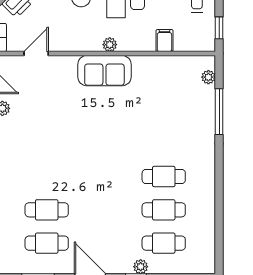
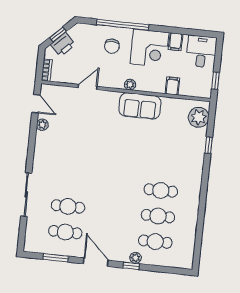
door: (36, 53) -> (88, 87), moved
sofa: (104, 71) -> (140, 106), moved
plant: (208, 77) -> (199, 117), width x1.87, depth x1.87
window: (219, 112) -> (209, 145), width x0.46

